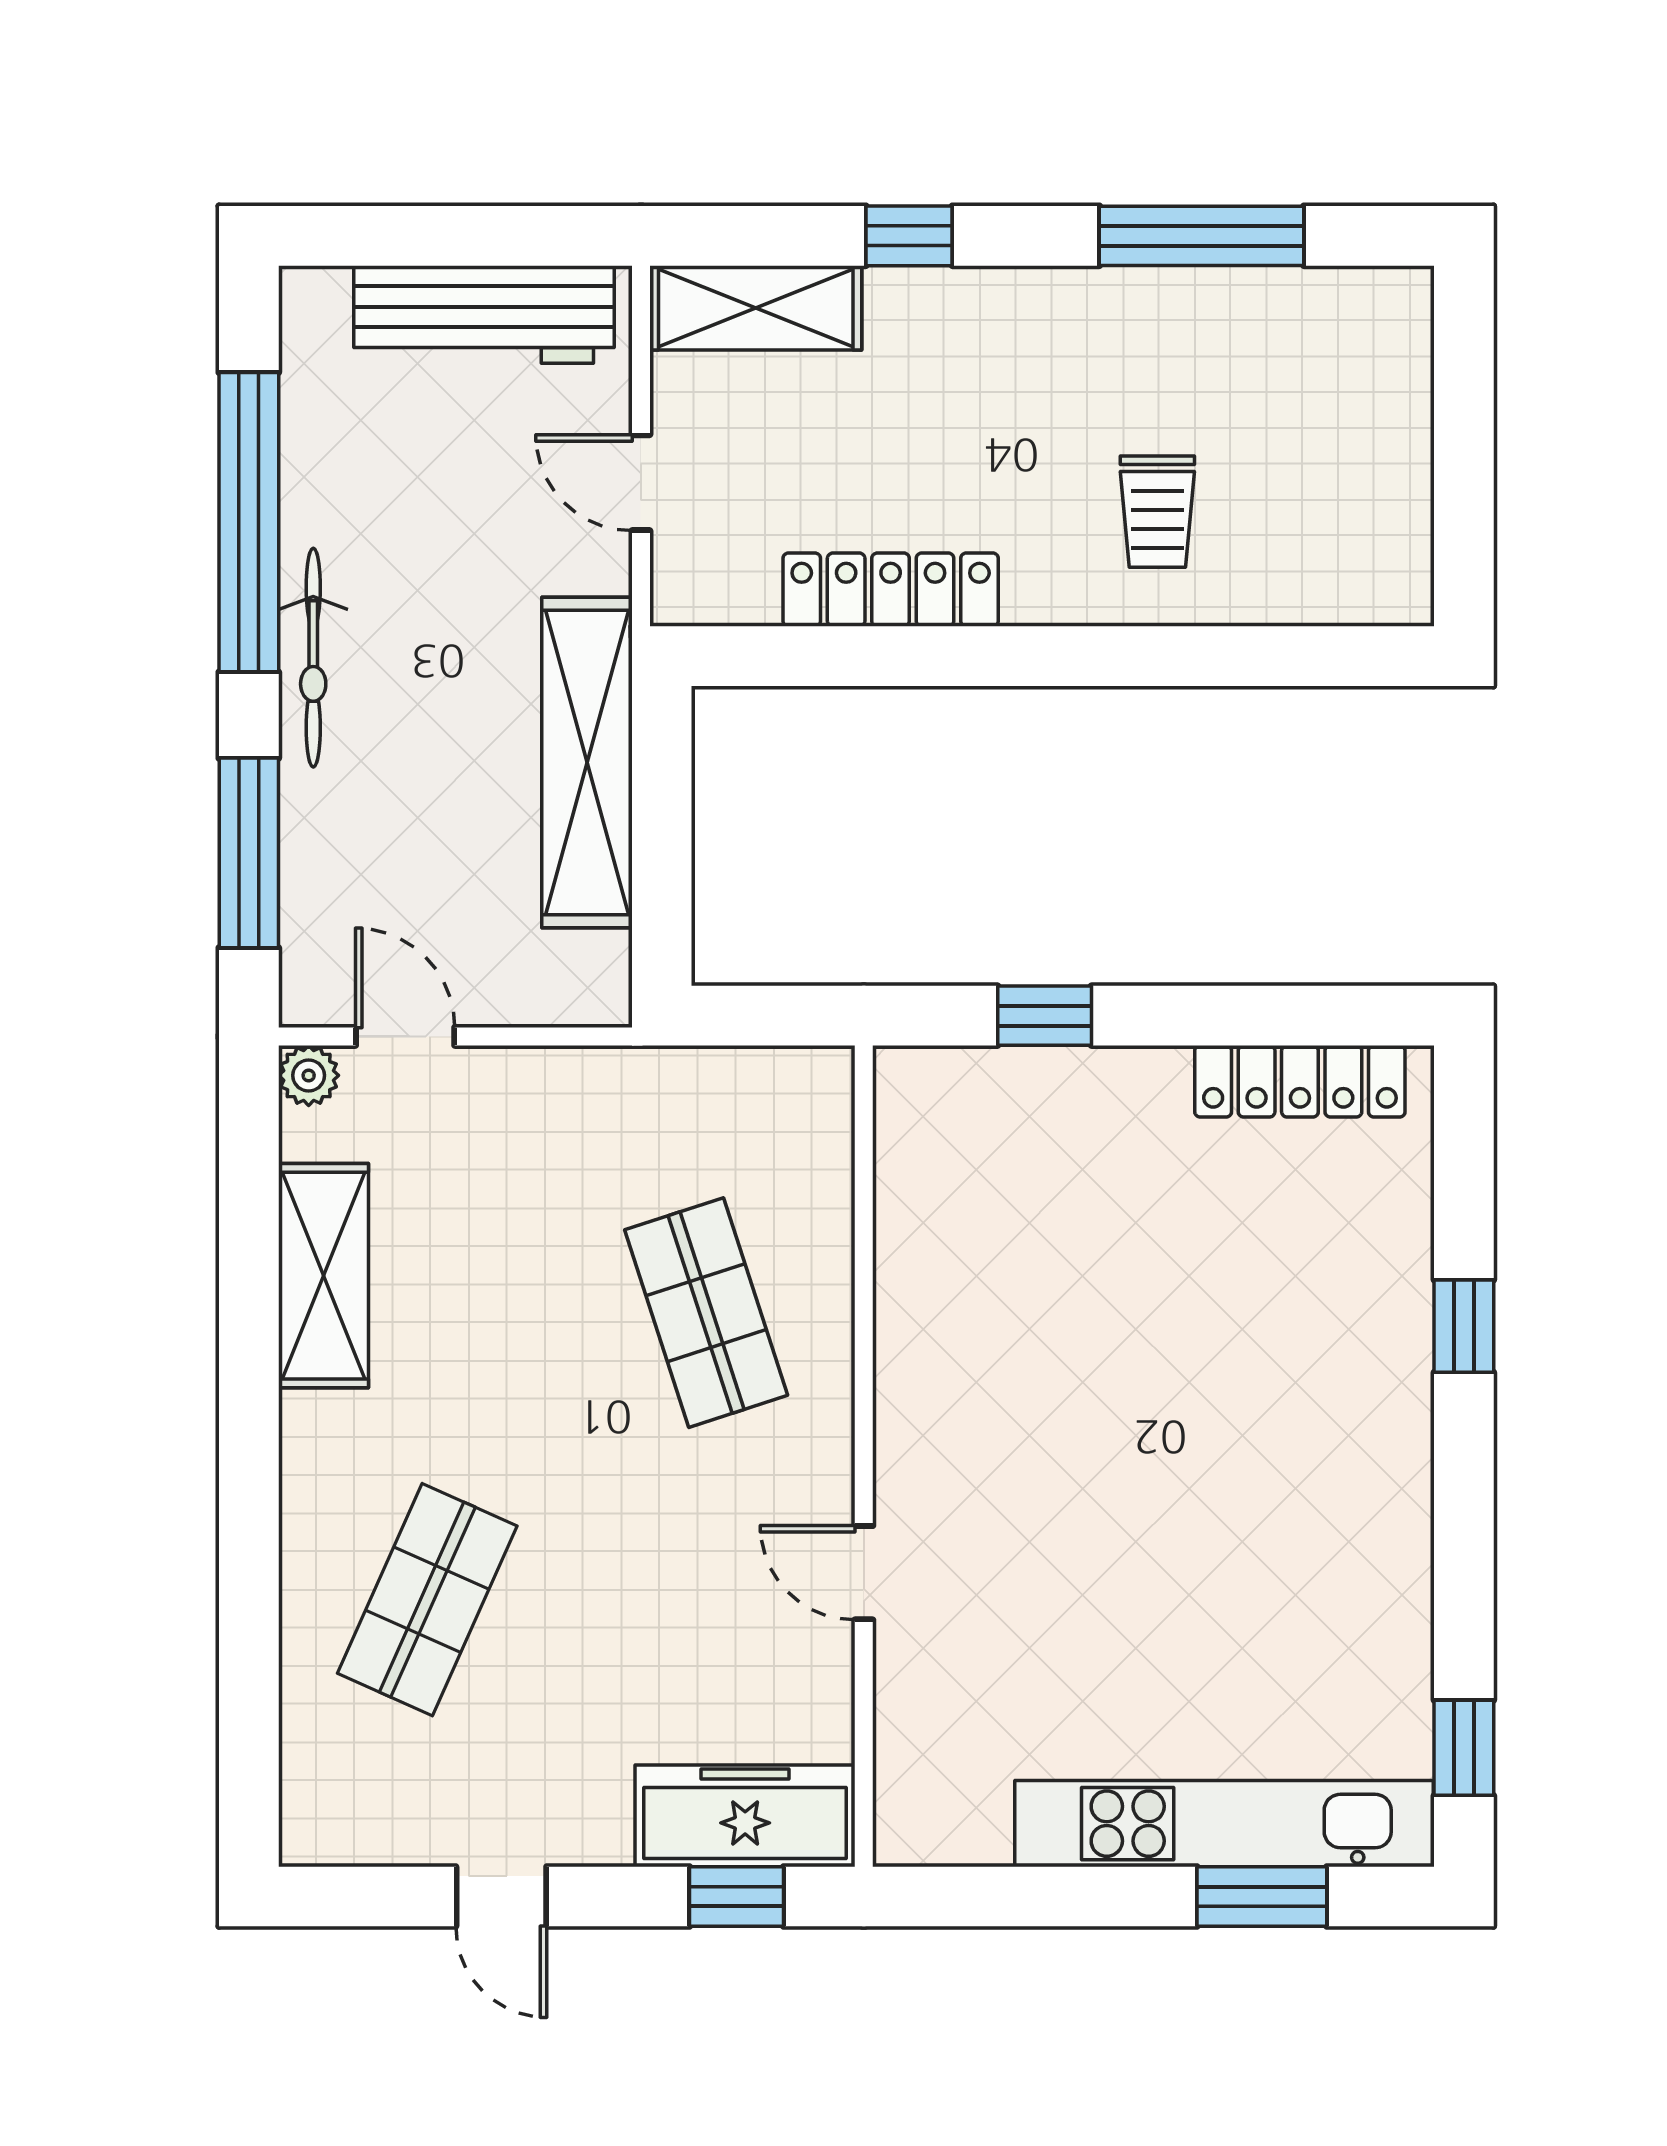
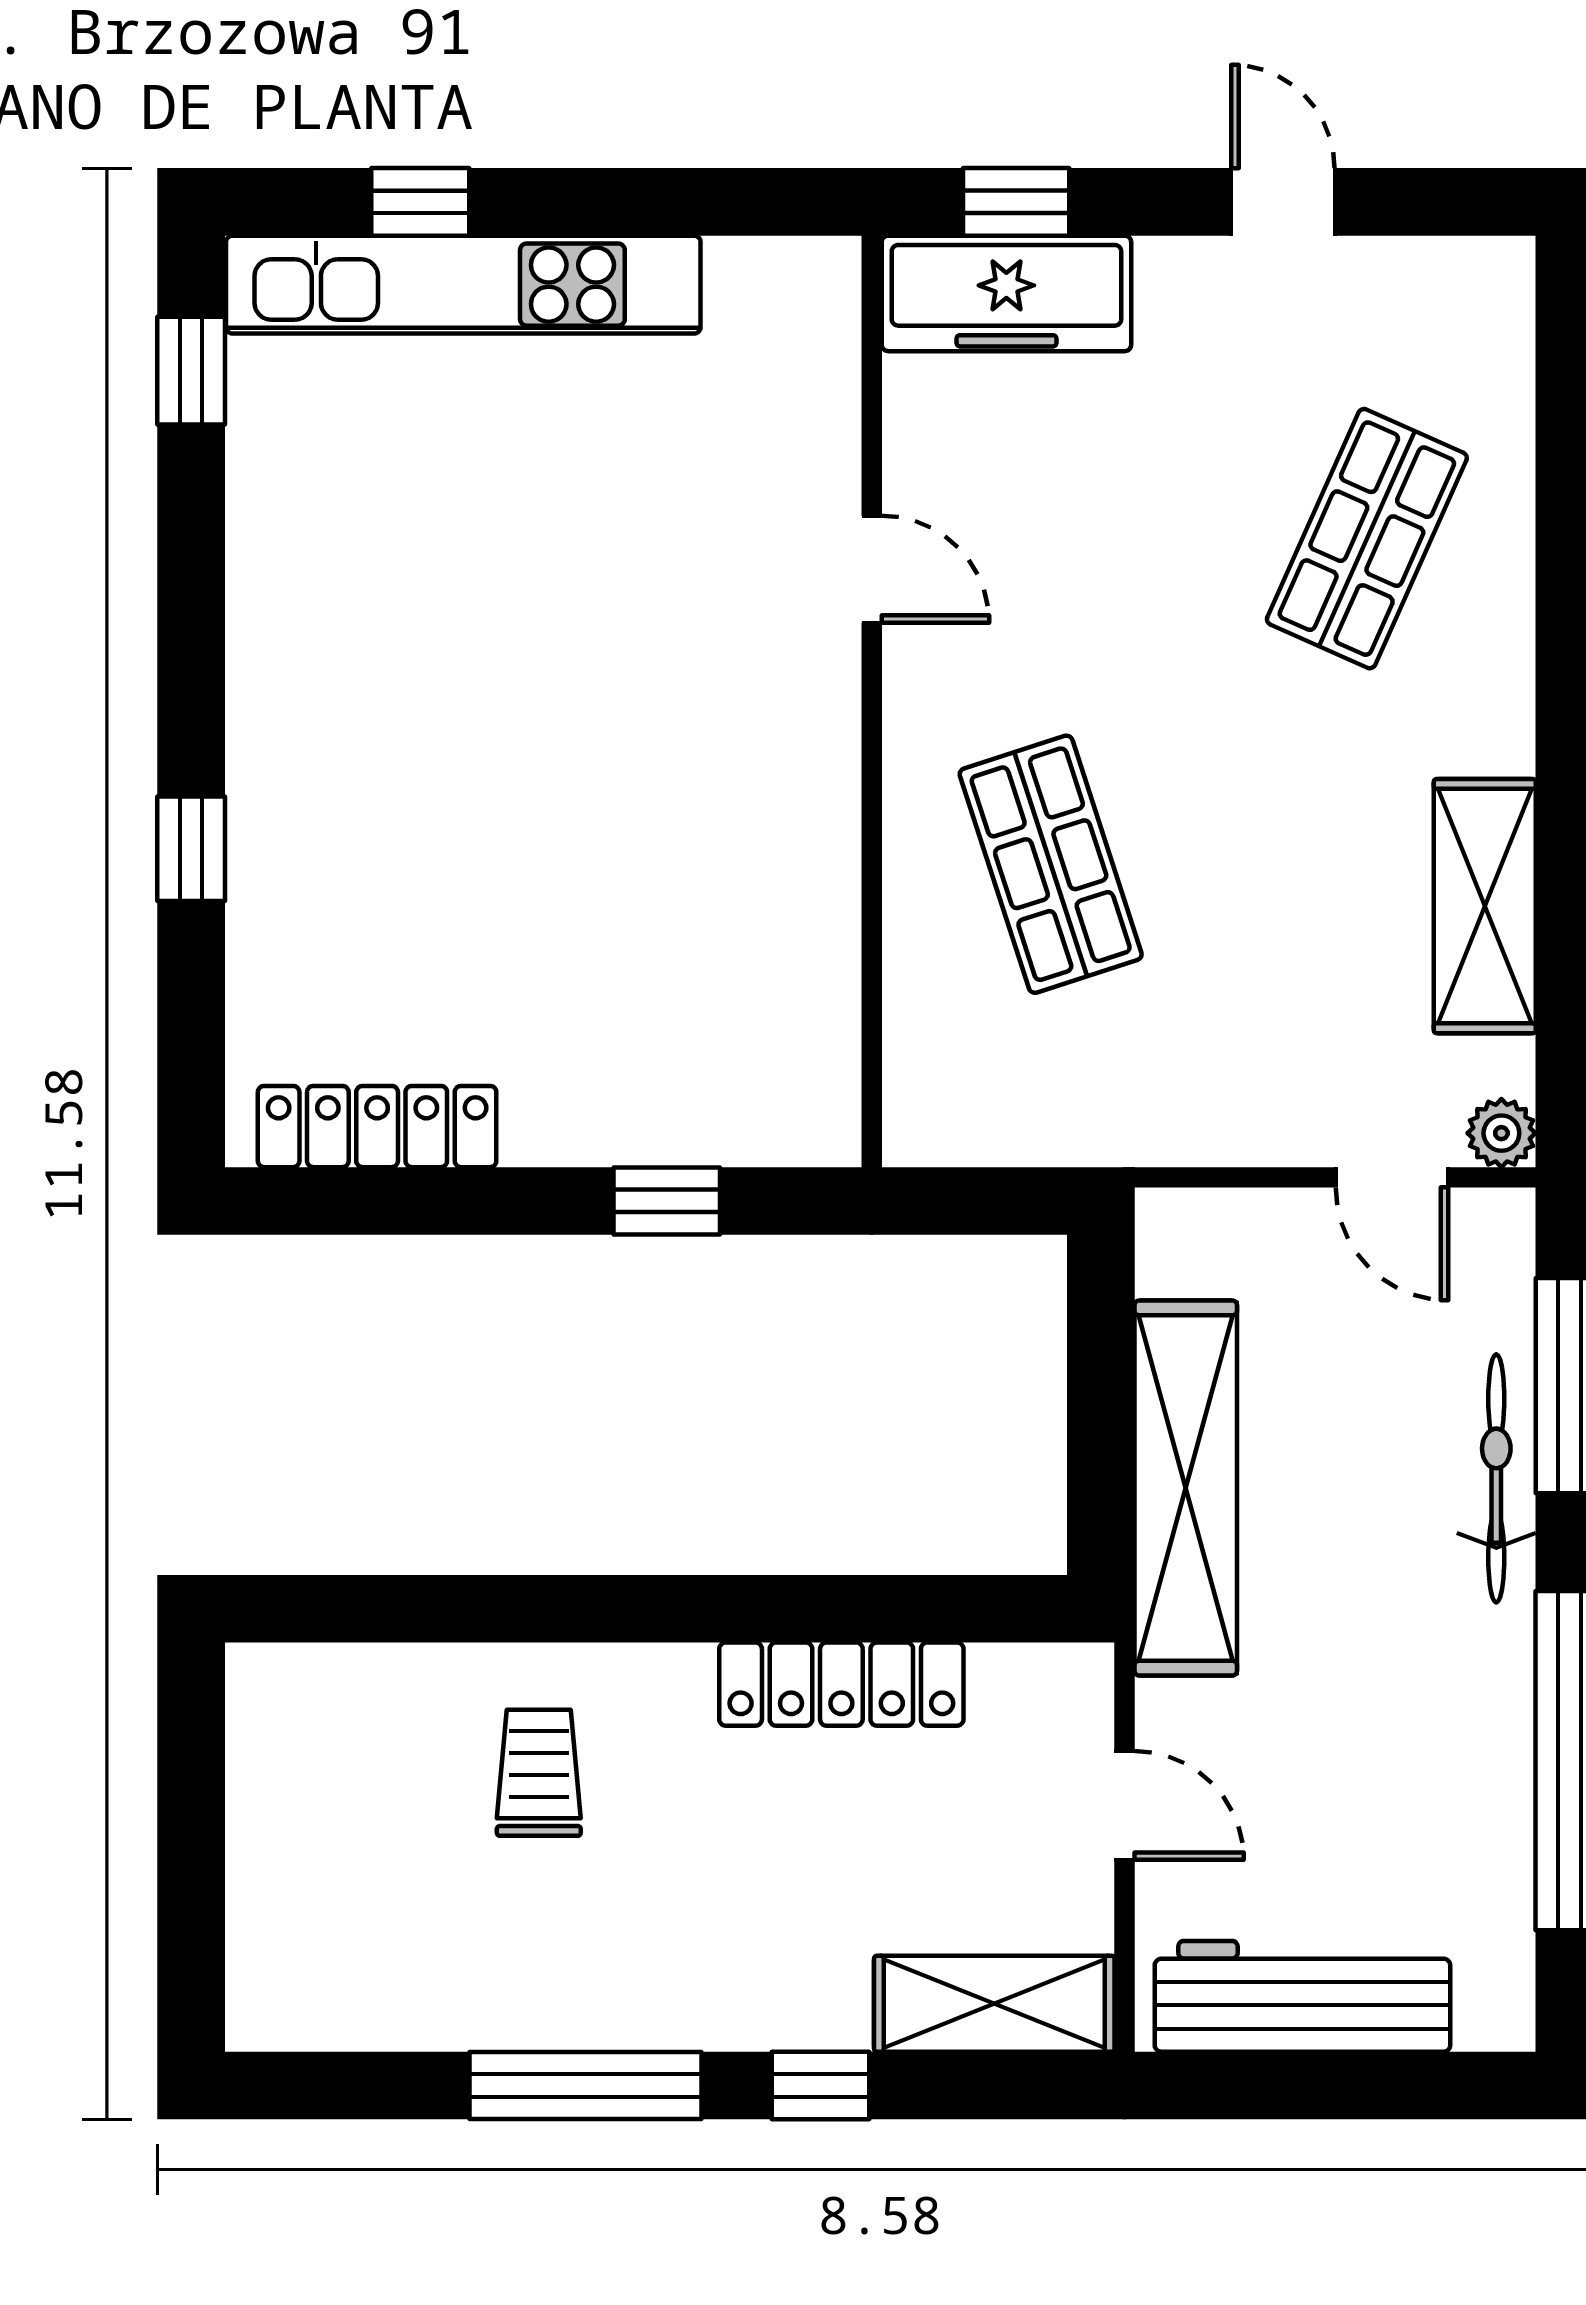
window: (1202, 236) -> (586, 2085), moved
bicycle: (313, 658) -> (1496, 1478), moved
window: (1262, 1897) -> (420, 202), width x0.67

